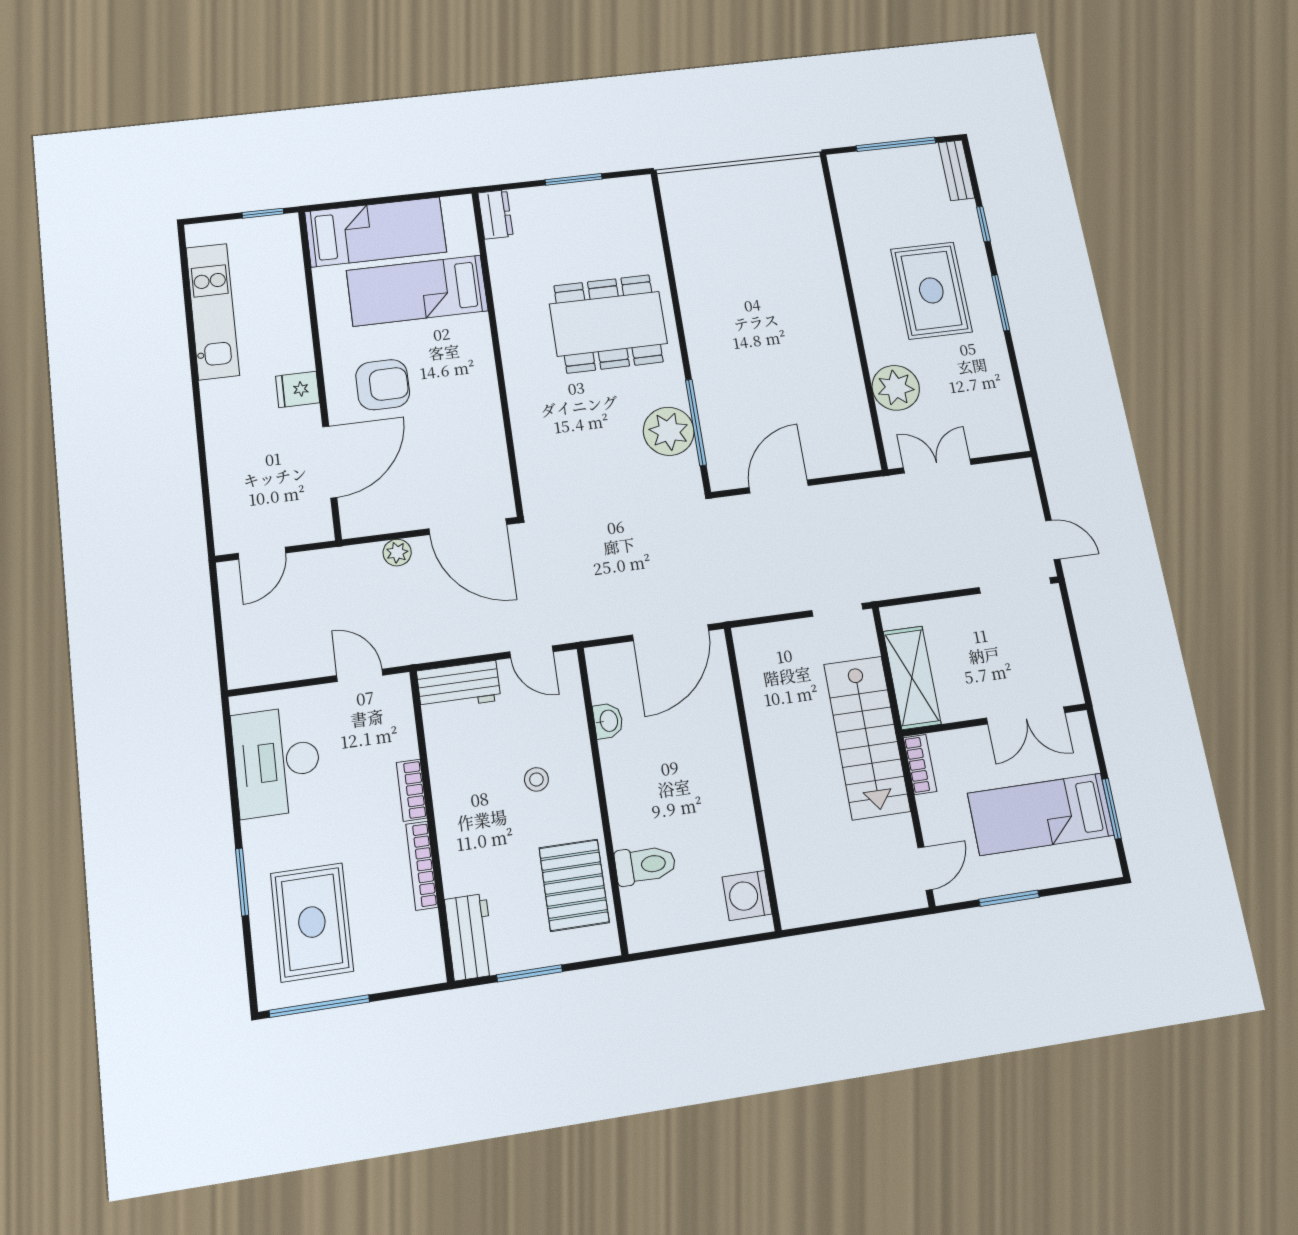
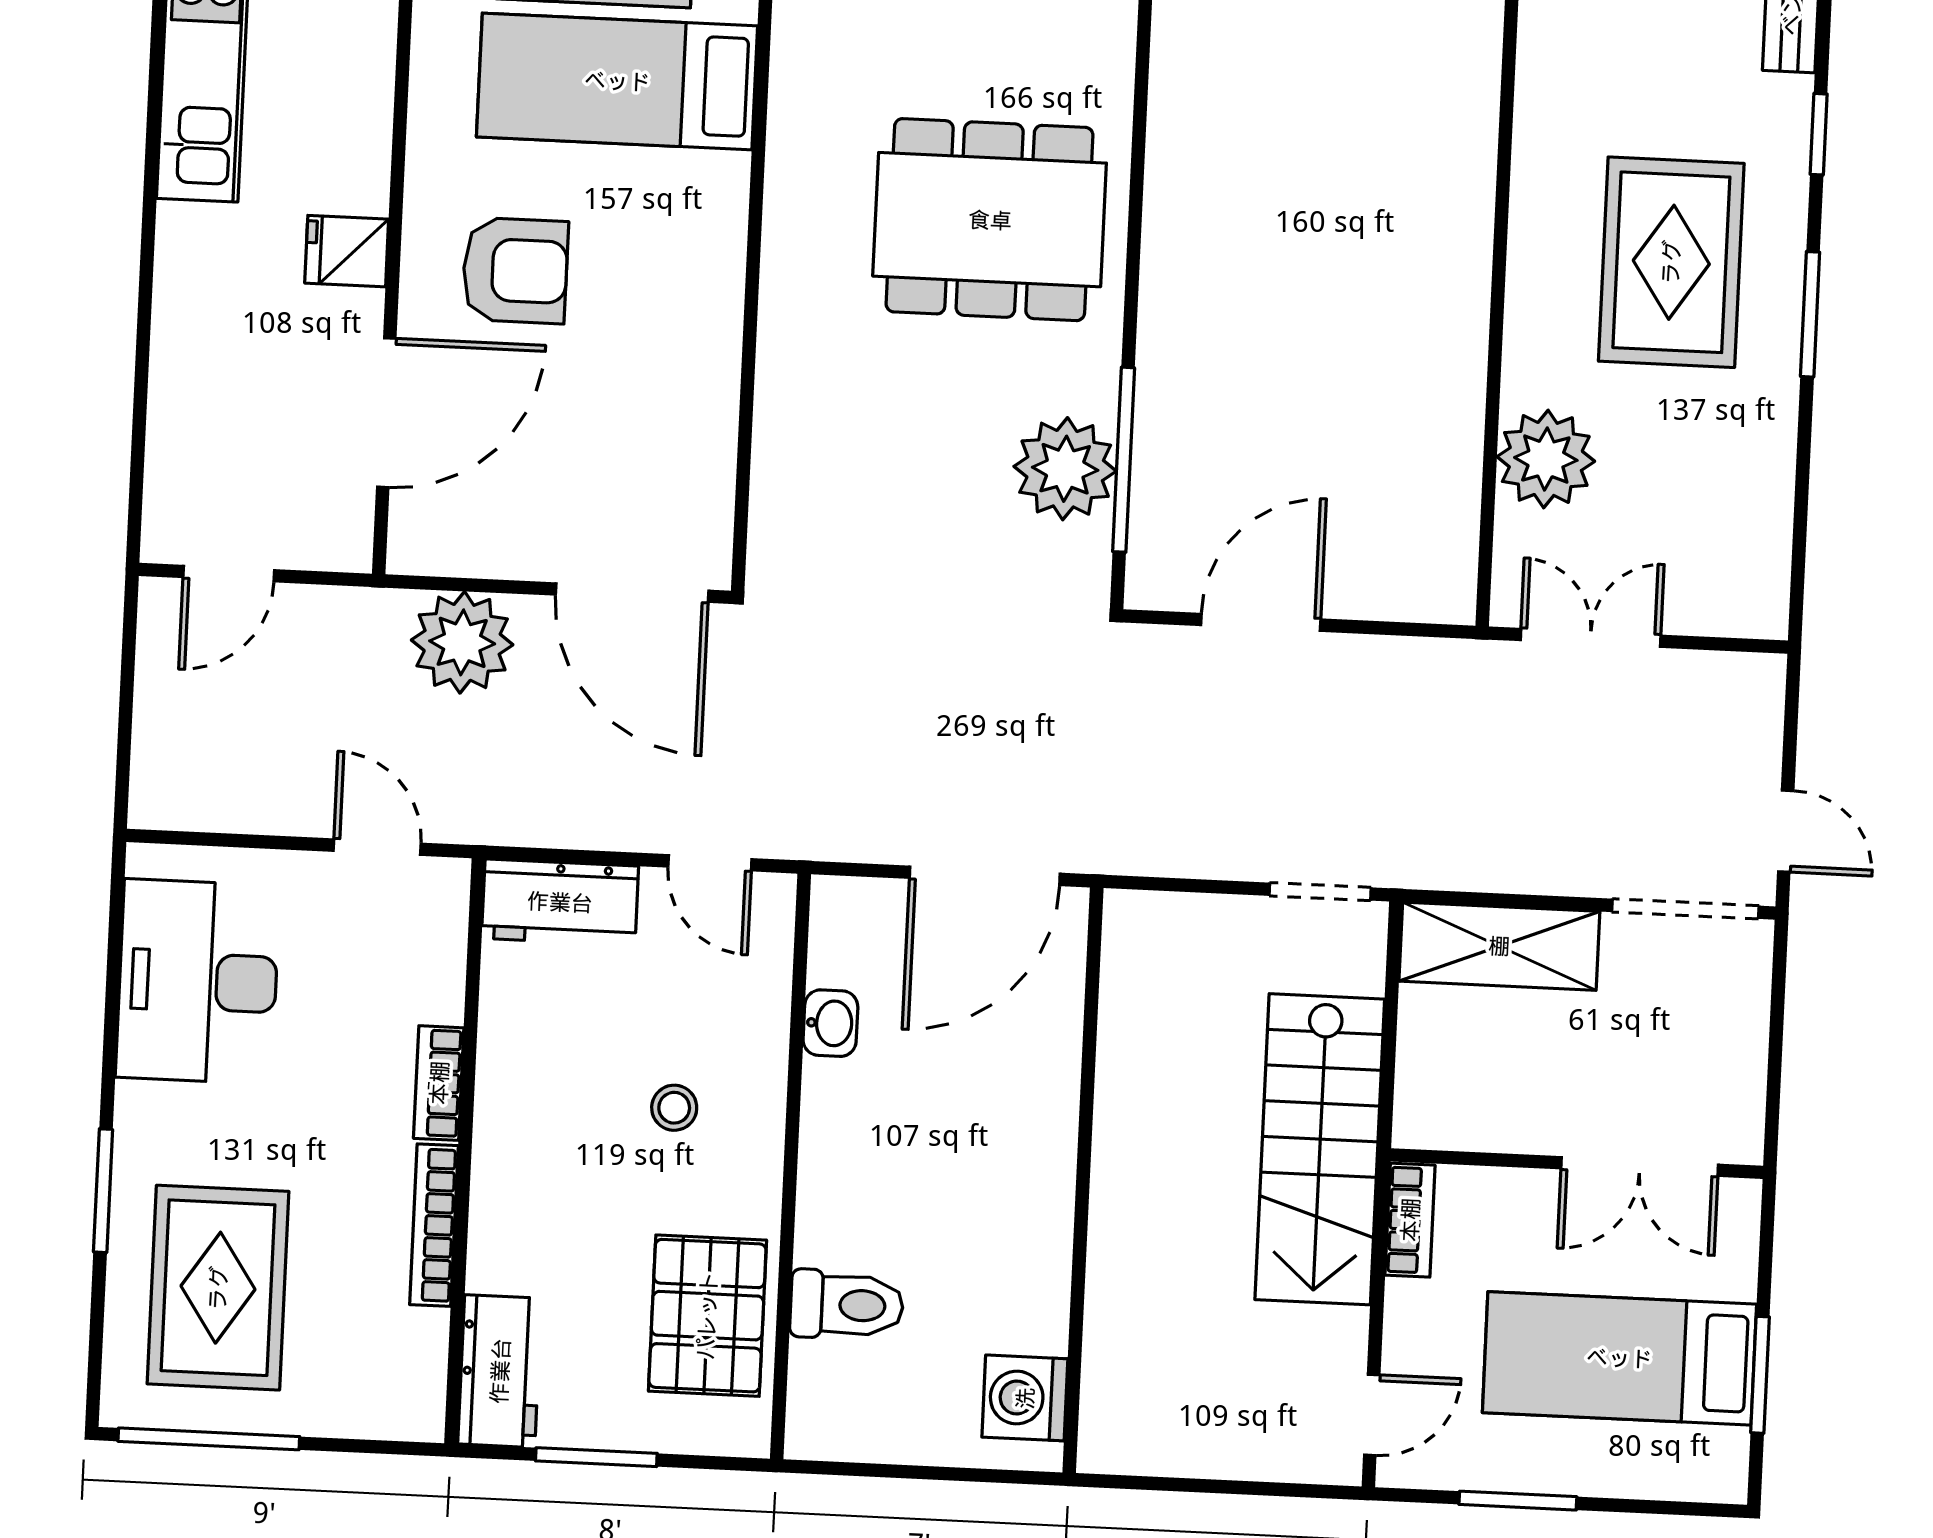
plant: (397, 553) -> (462, 642), width x1.87, depth x1.87
shelving: (912, 678) -> (1499, 946), moved, turned 90

